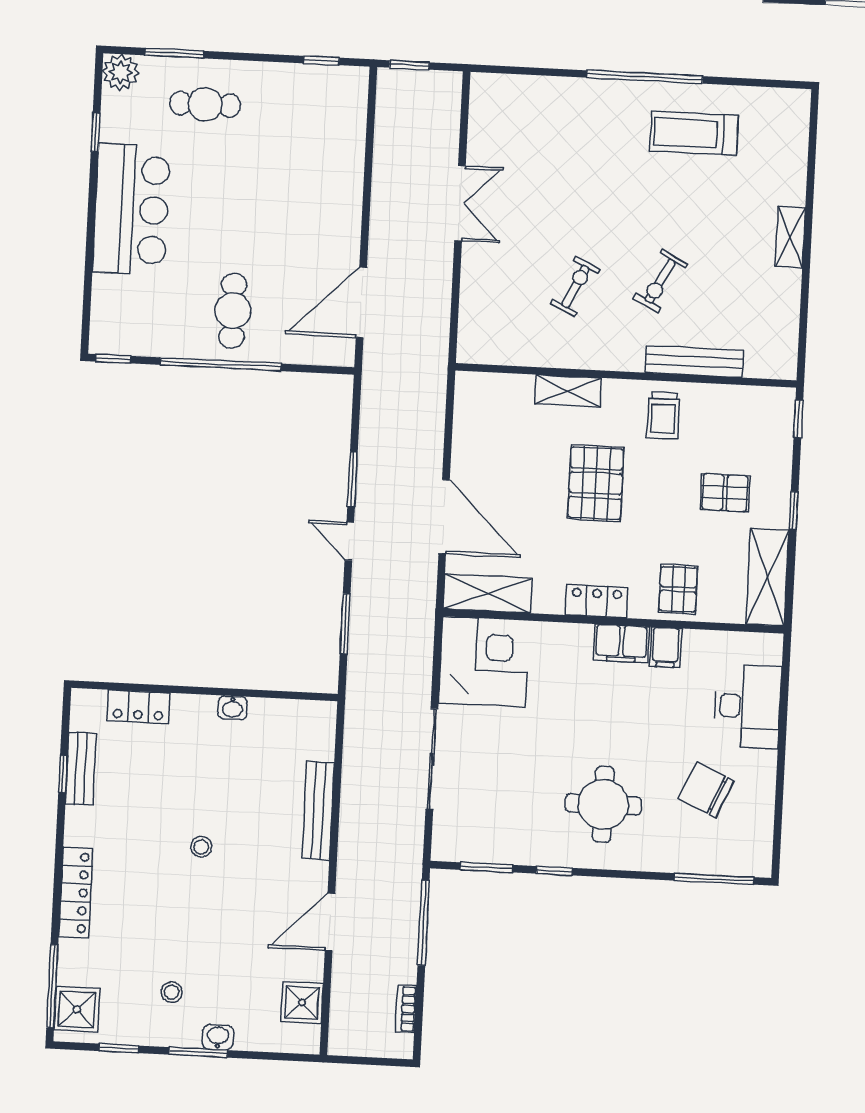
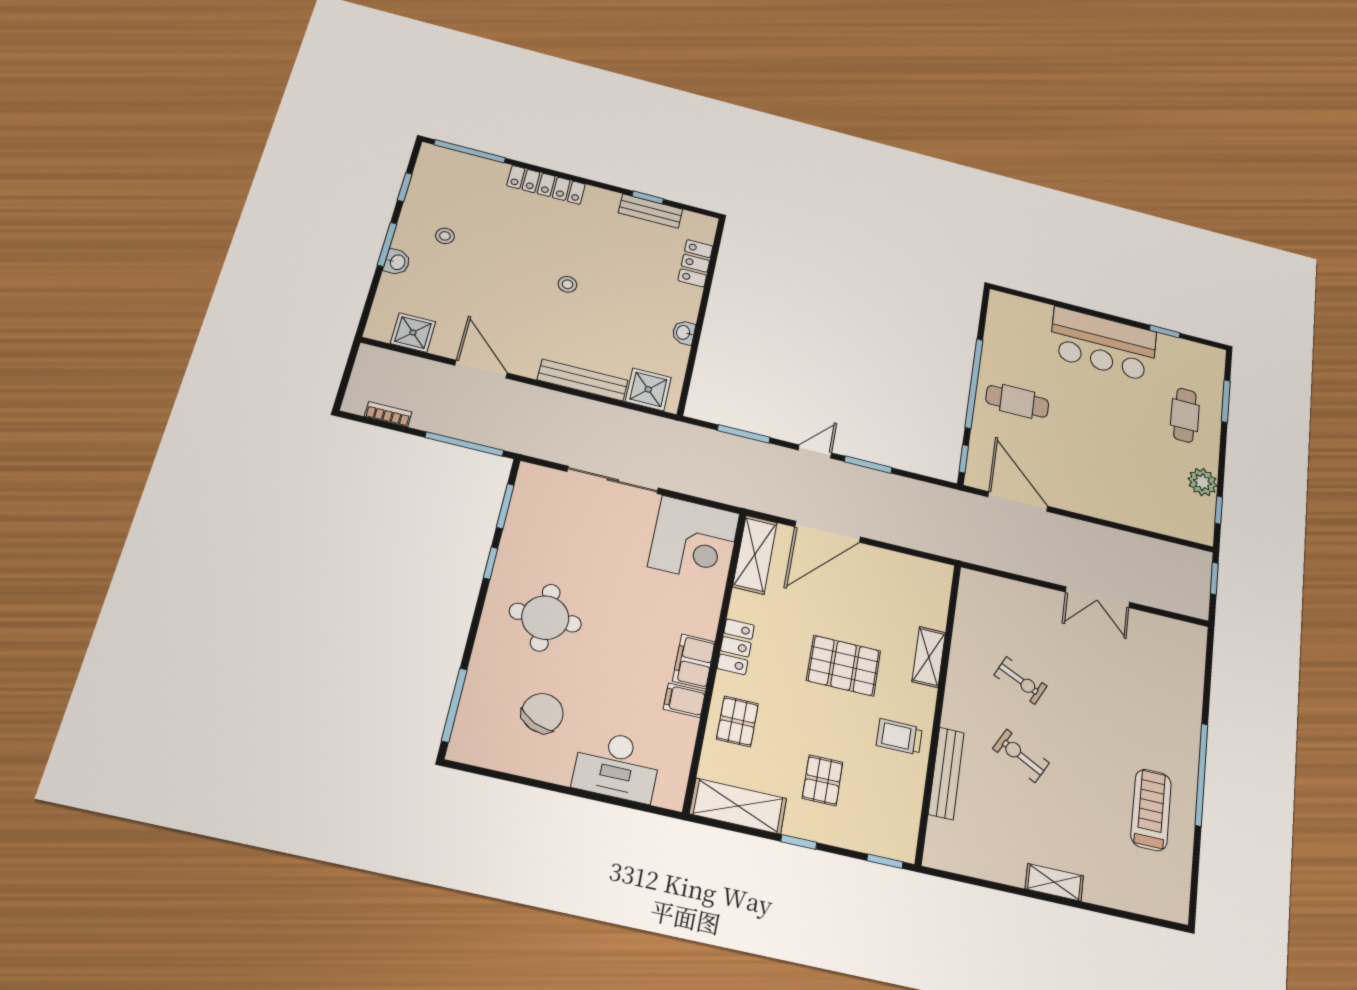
plant: (121, 72) -> (1203, 482), moved
window: (113, 359) -> (964, 459), moved
pallet: (678, 589) -> (737, 721), turned 90
shower: (77, 1009) -> (648, 389), moved

